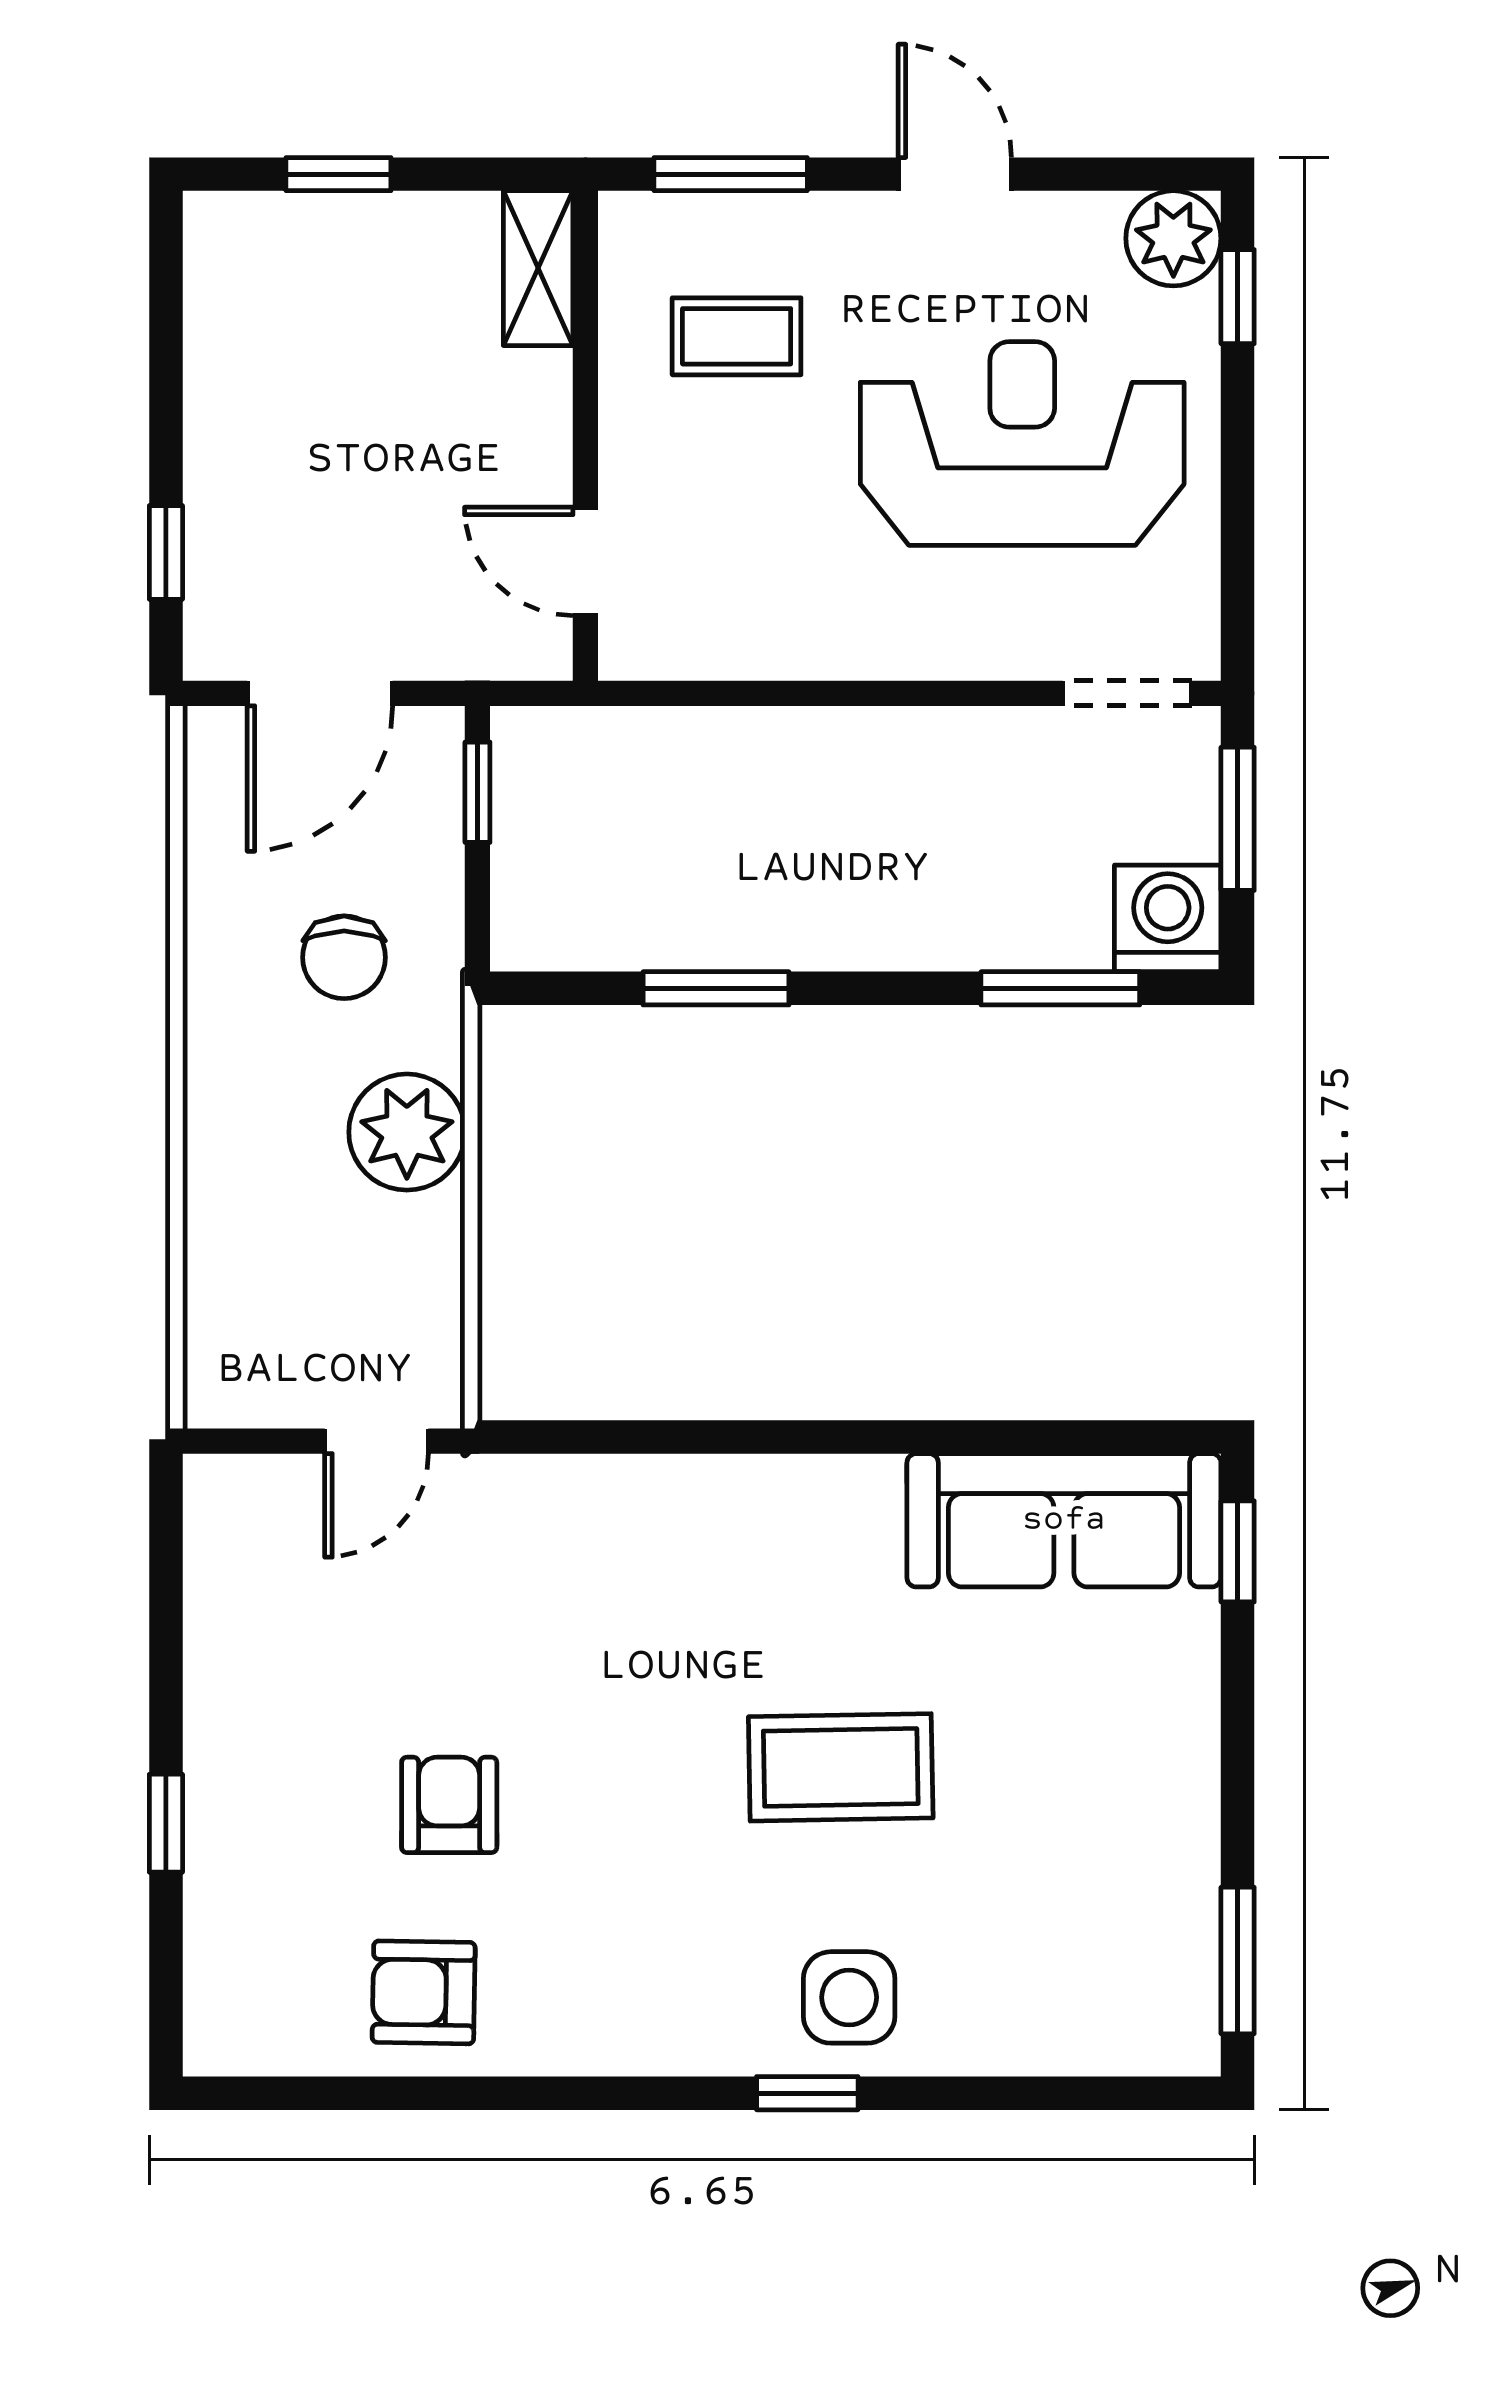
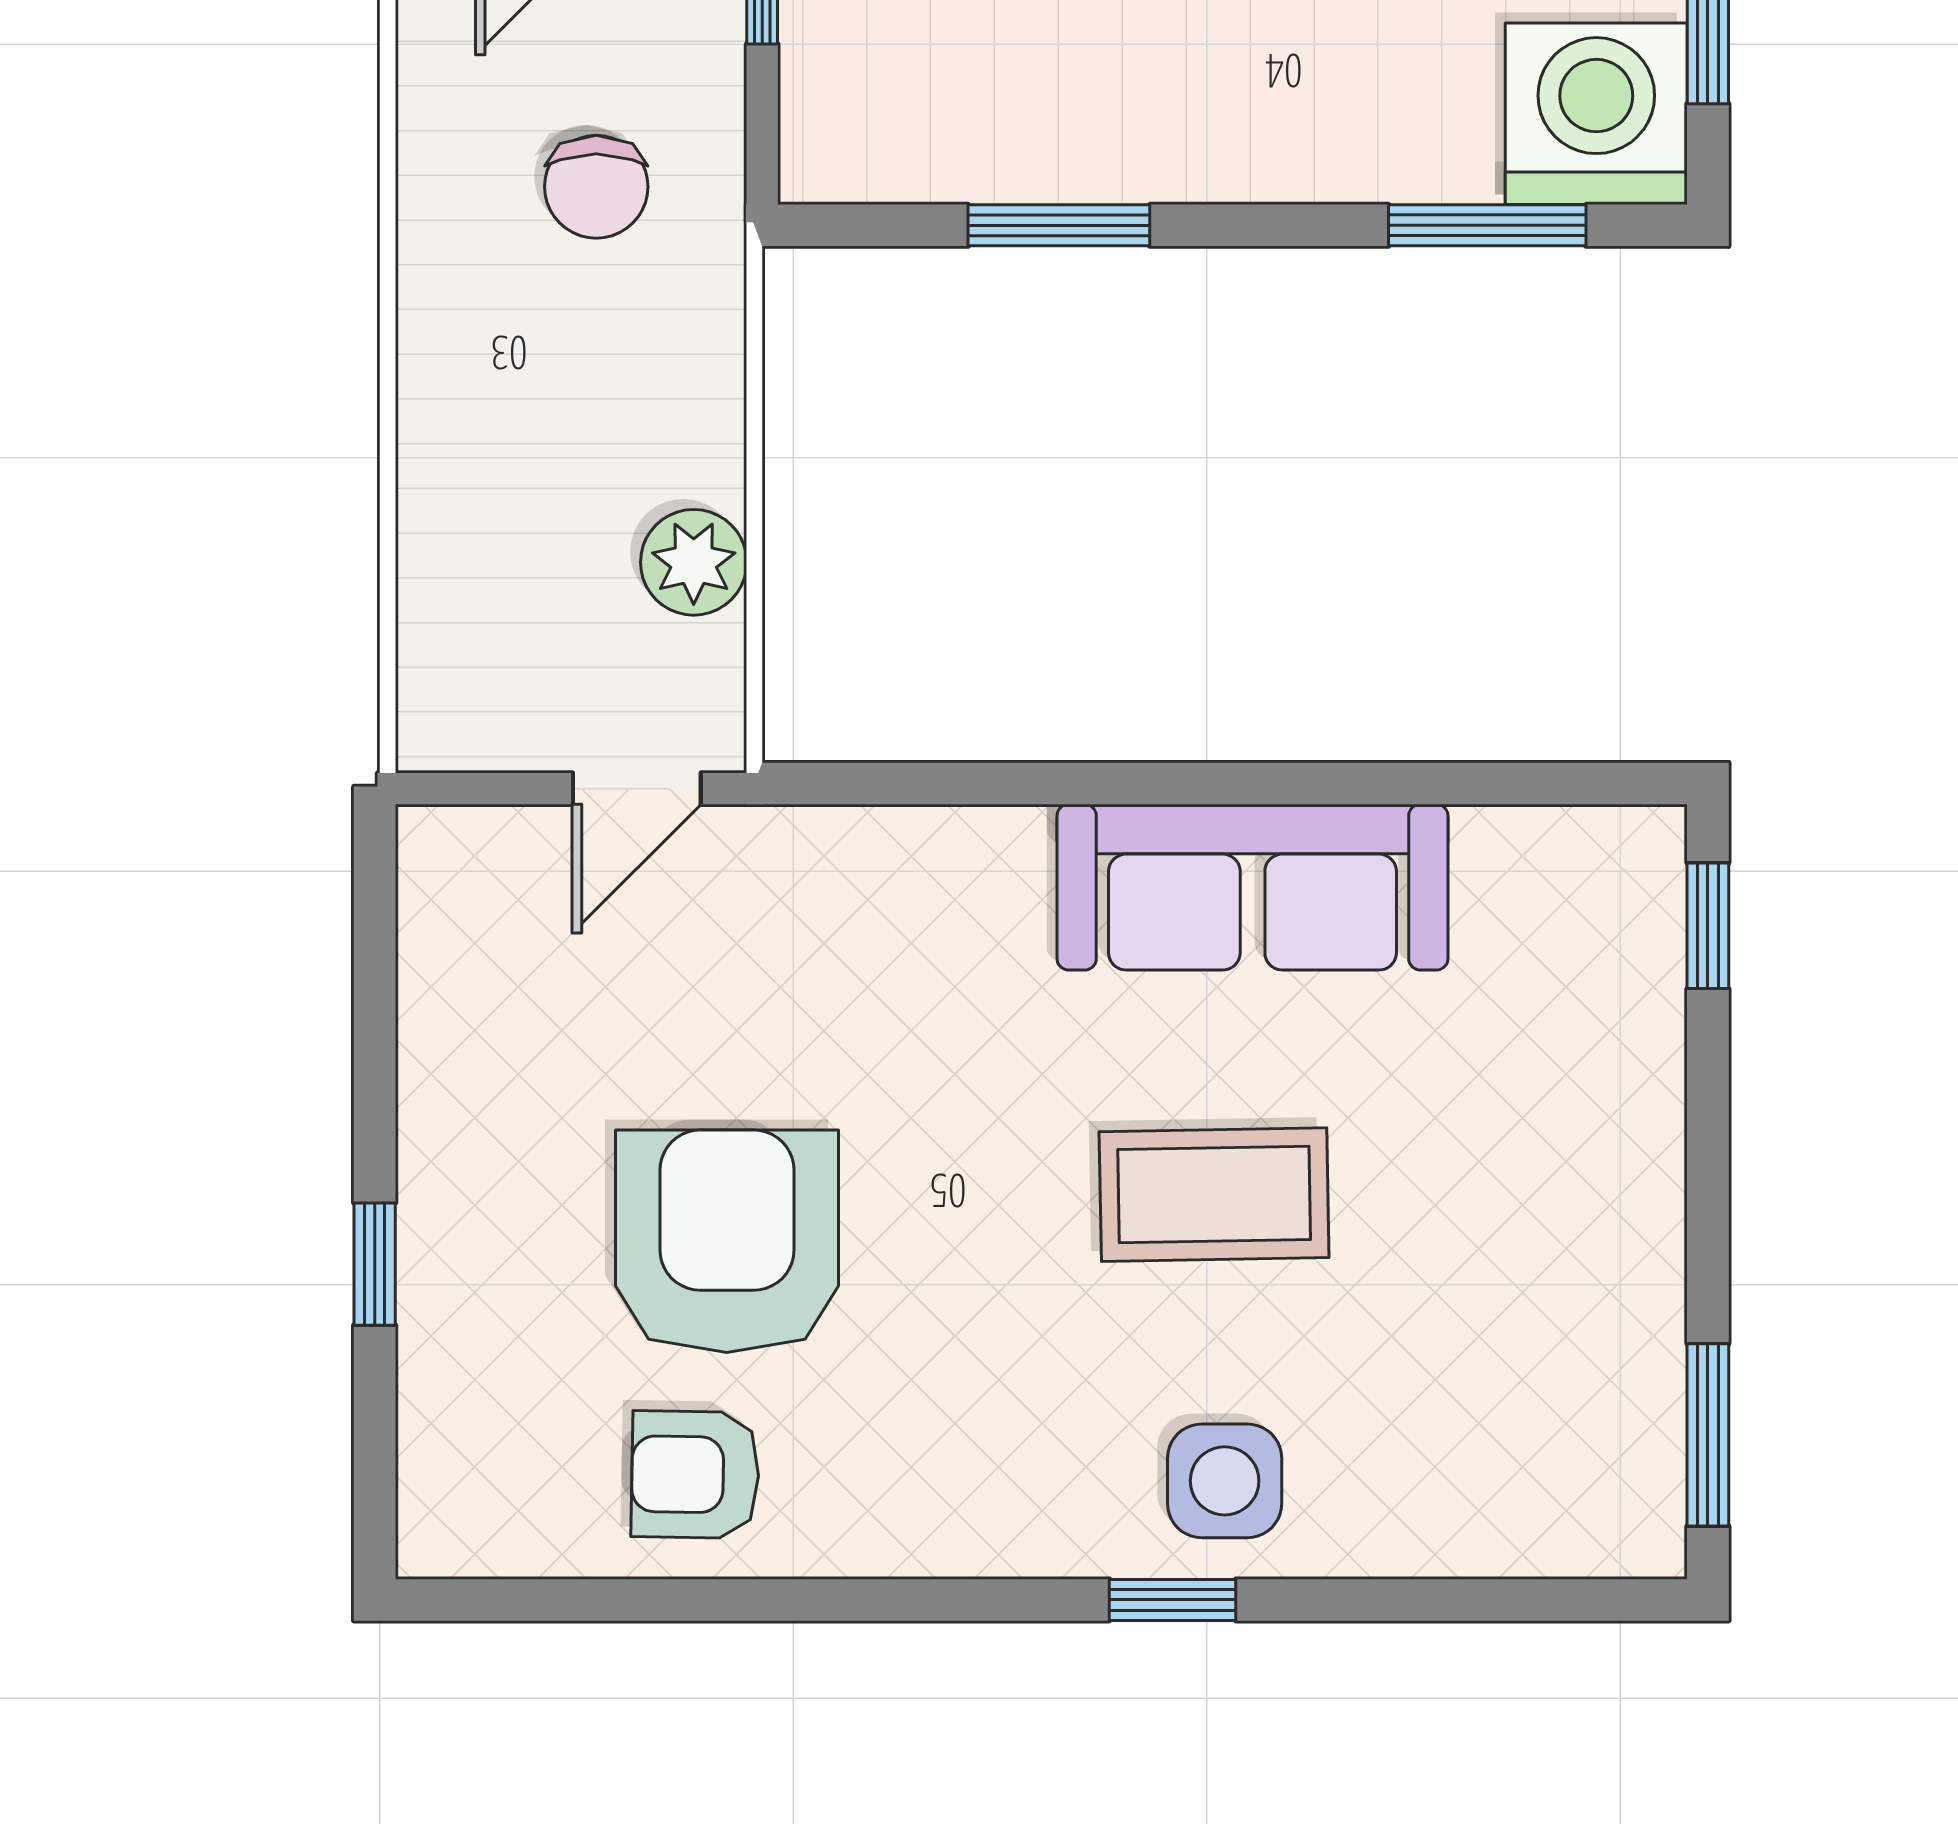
washing machine: (1168, 918) -> (1596, 114), width x1.37, depth x1.37
plant: (407, 1132) -> (694, 562), moved, width x0.73, depth x0.73
sofa: (1064, 1520) -> (1253, 887), moved
armchair: (449, 1805) -> (727, 1241), width x1.88, depth x1.88

